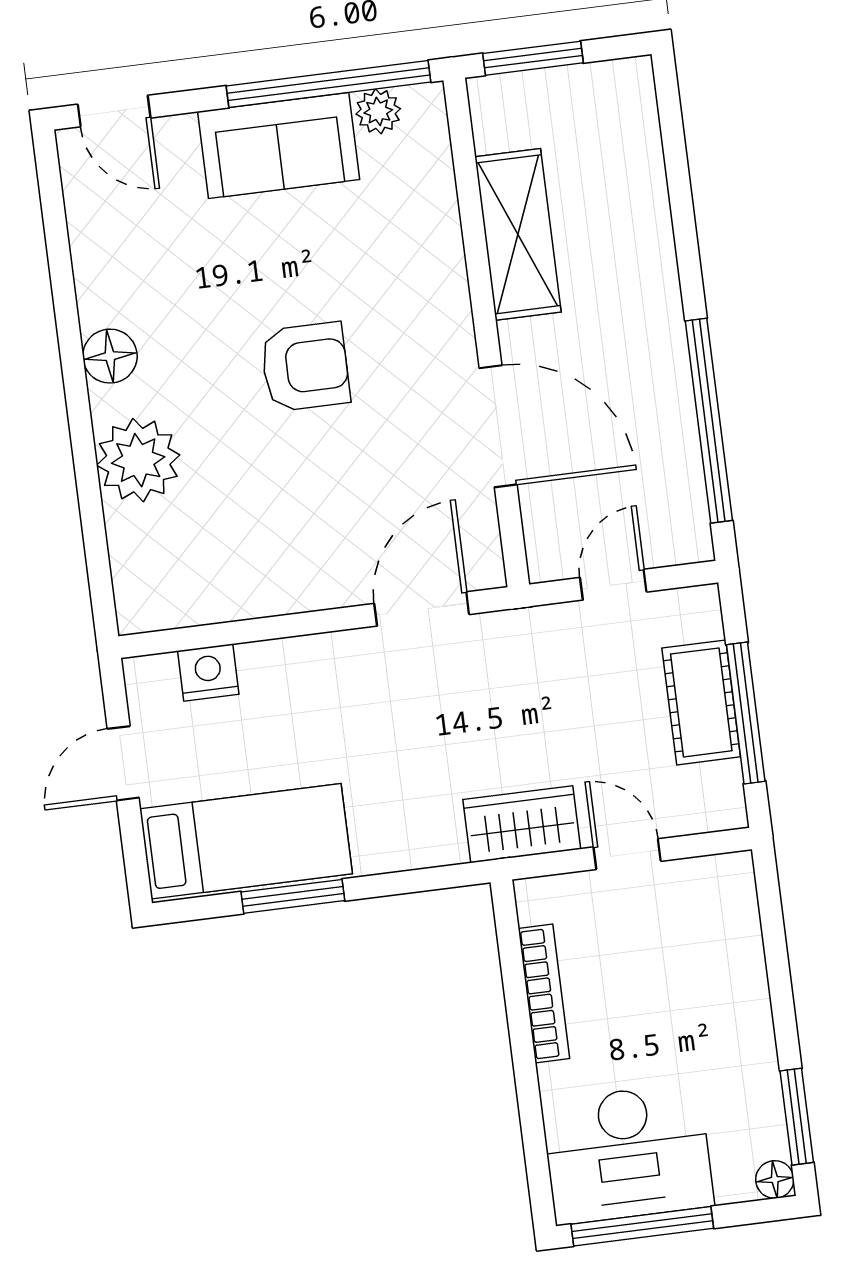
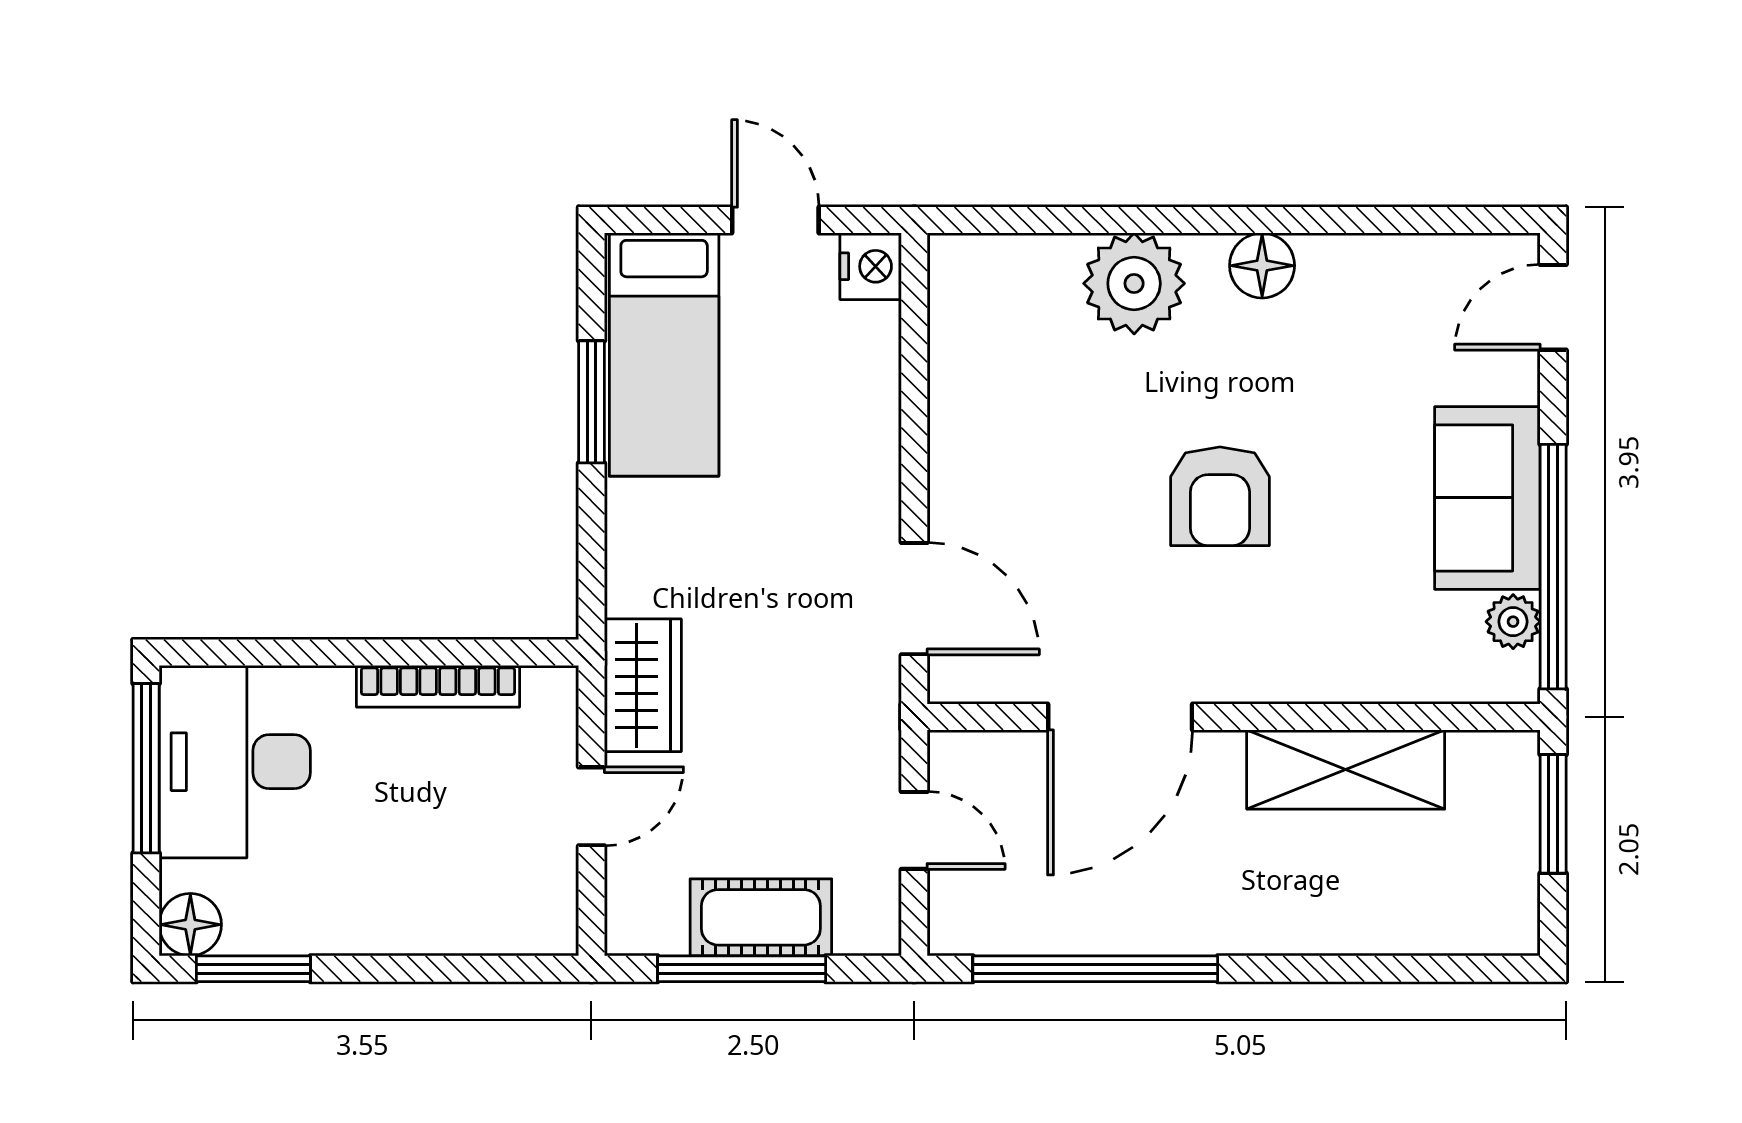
nightstand: (208, 672) -> (871, 266), moved
floor lamp: (775, 1180) -> (190, 925), width x1.37, depth x1.37

